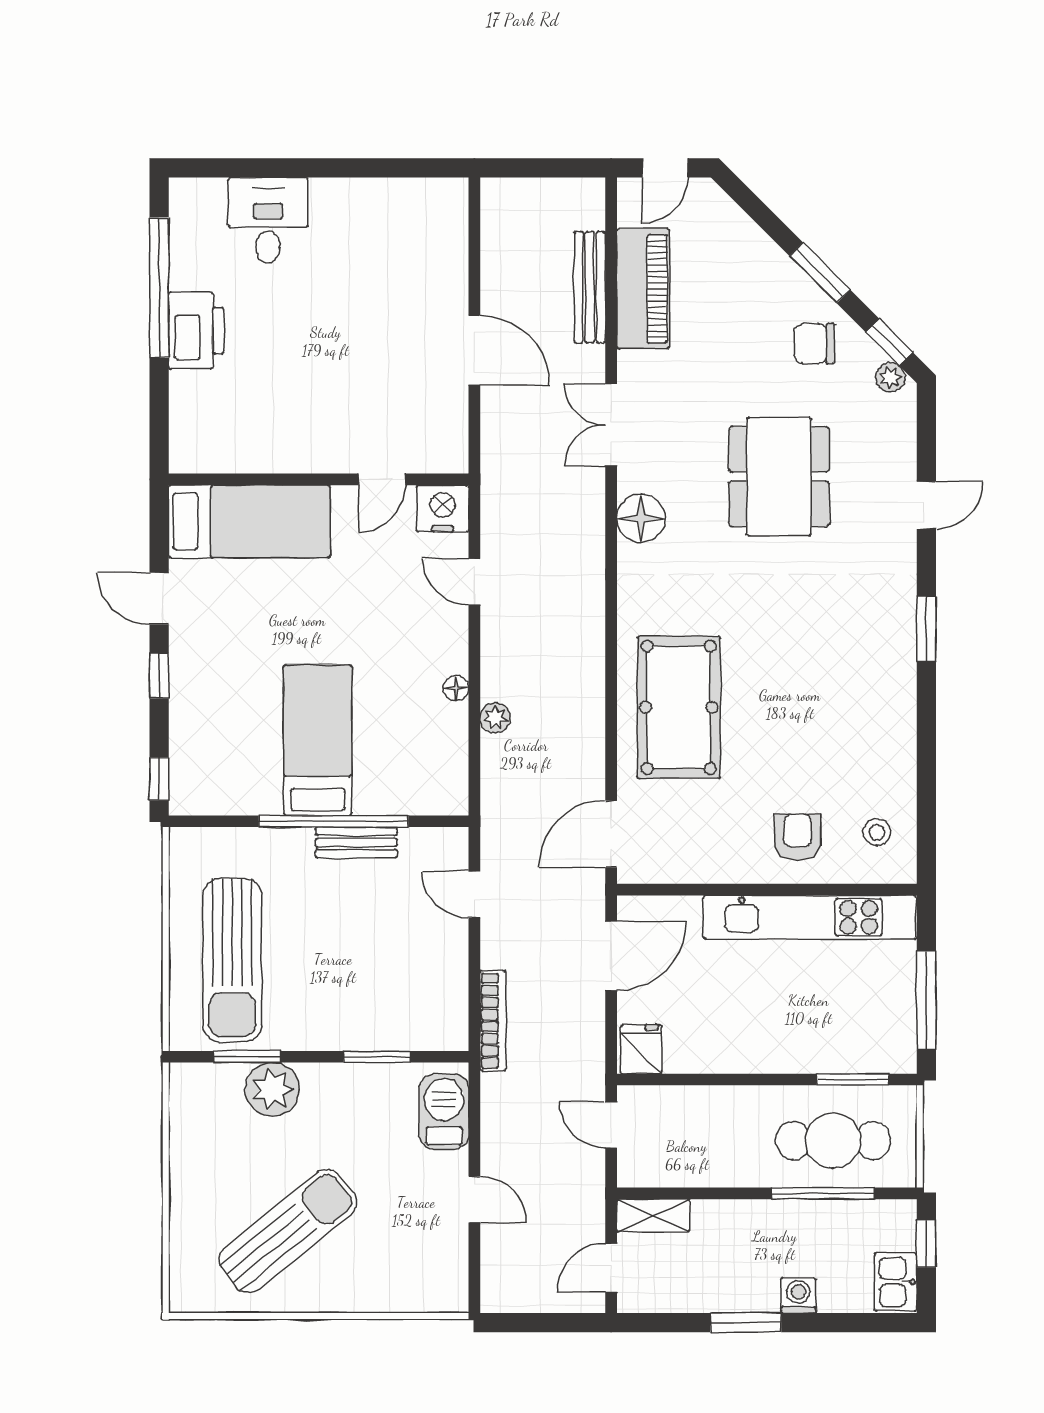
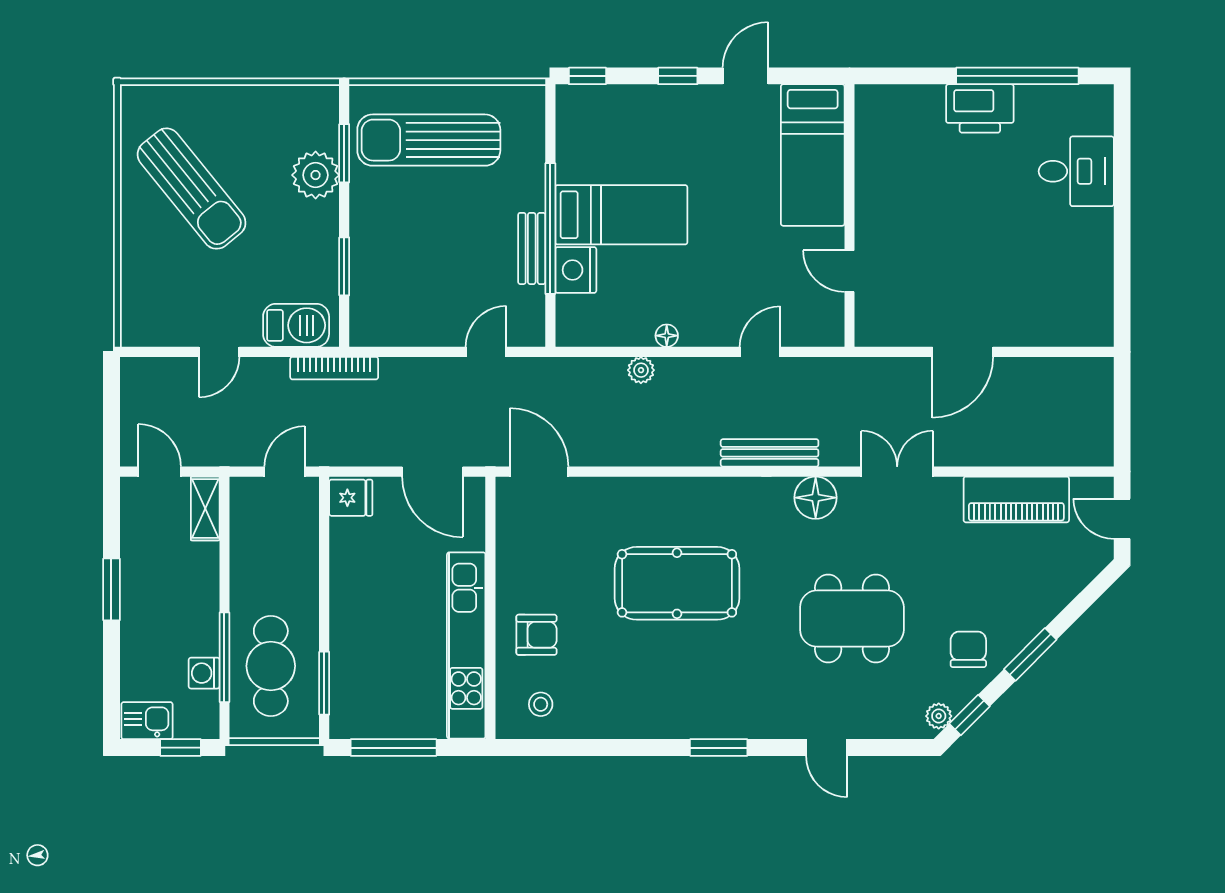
bench: (590, 287) -> (770, 453), moved
nightstand: (443, 509) -> (576, 270), moved, turned 180
pool table: (679, 707) -> (677, 583), moved
bookcase: (493, 1021) -> (334, 368), moved
washing machine: (798, 1295) -> (204, 673), moved, turned 180

